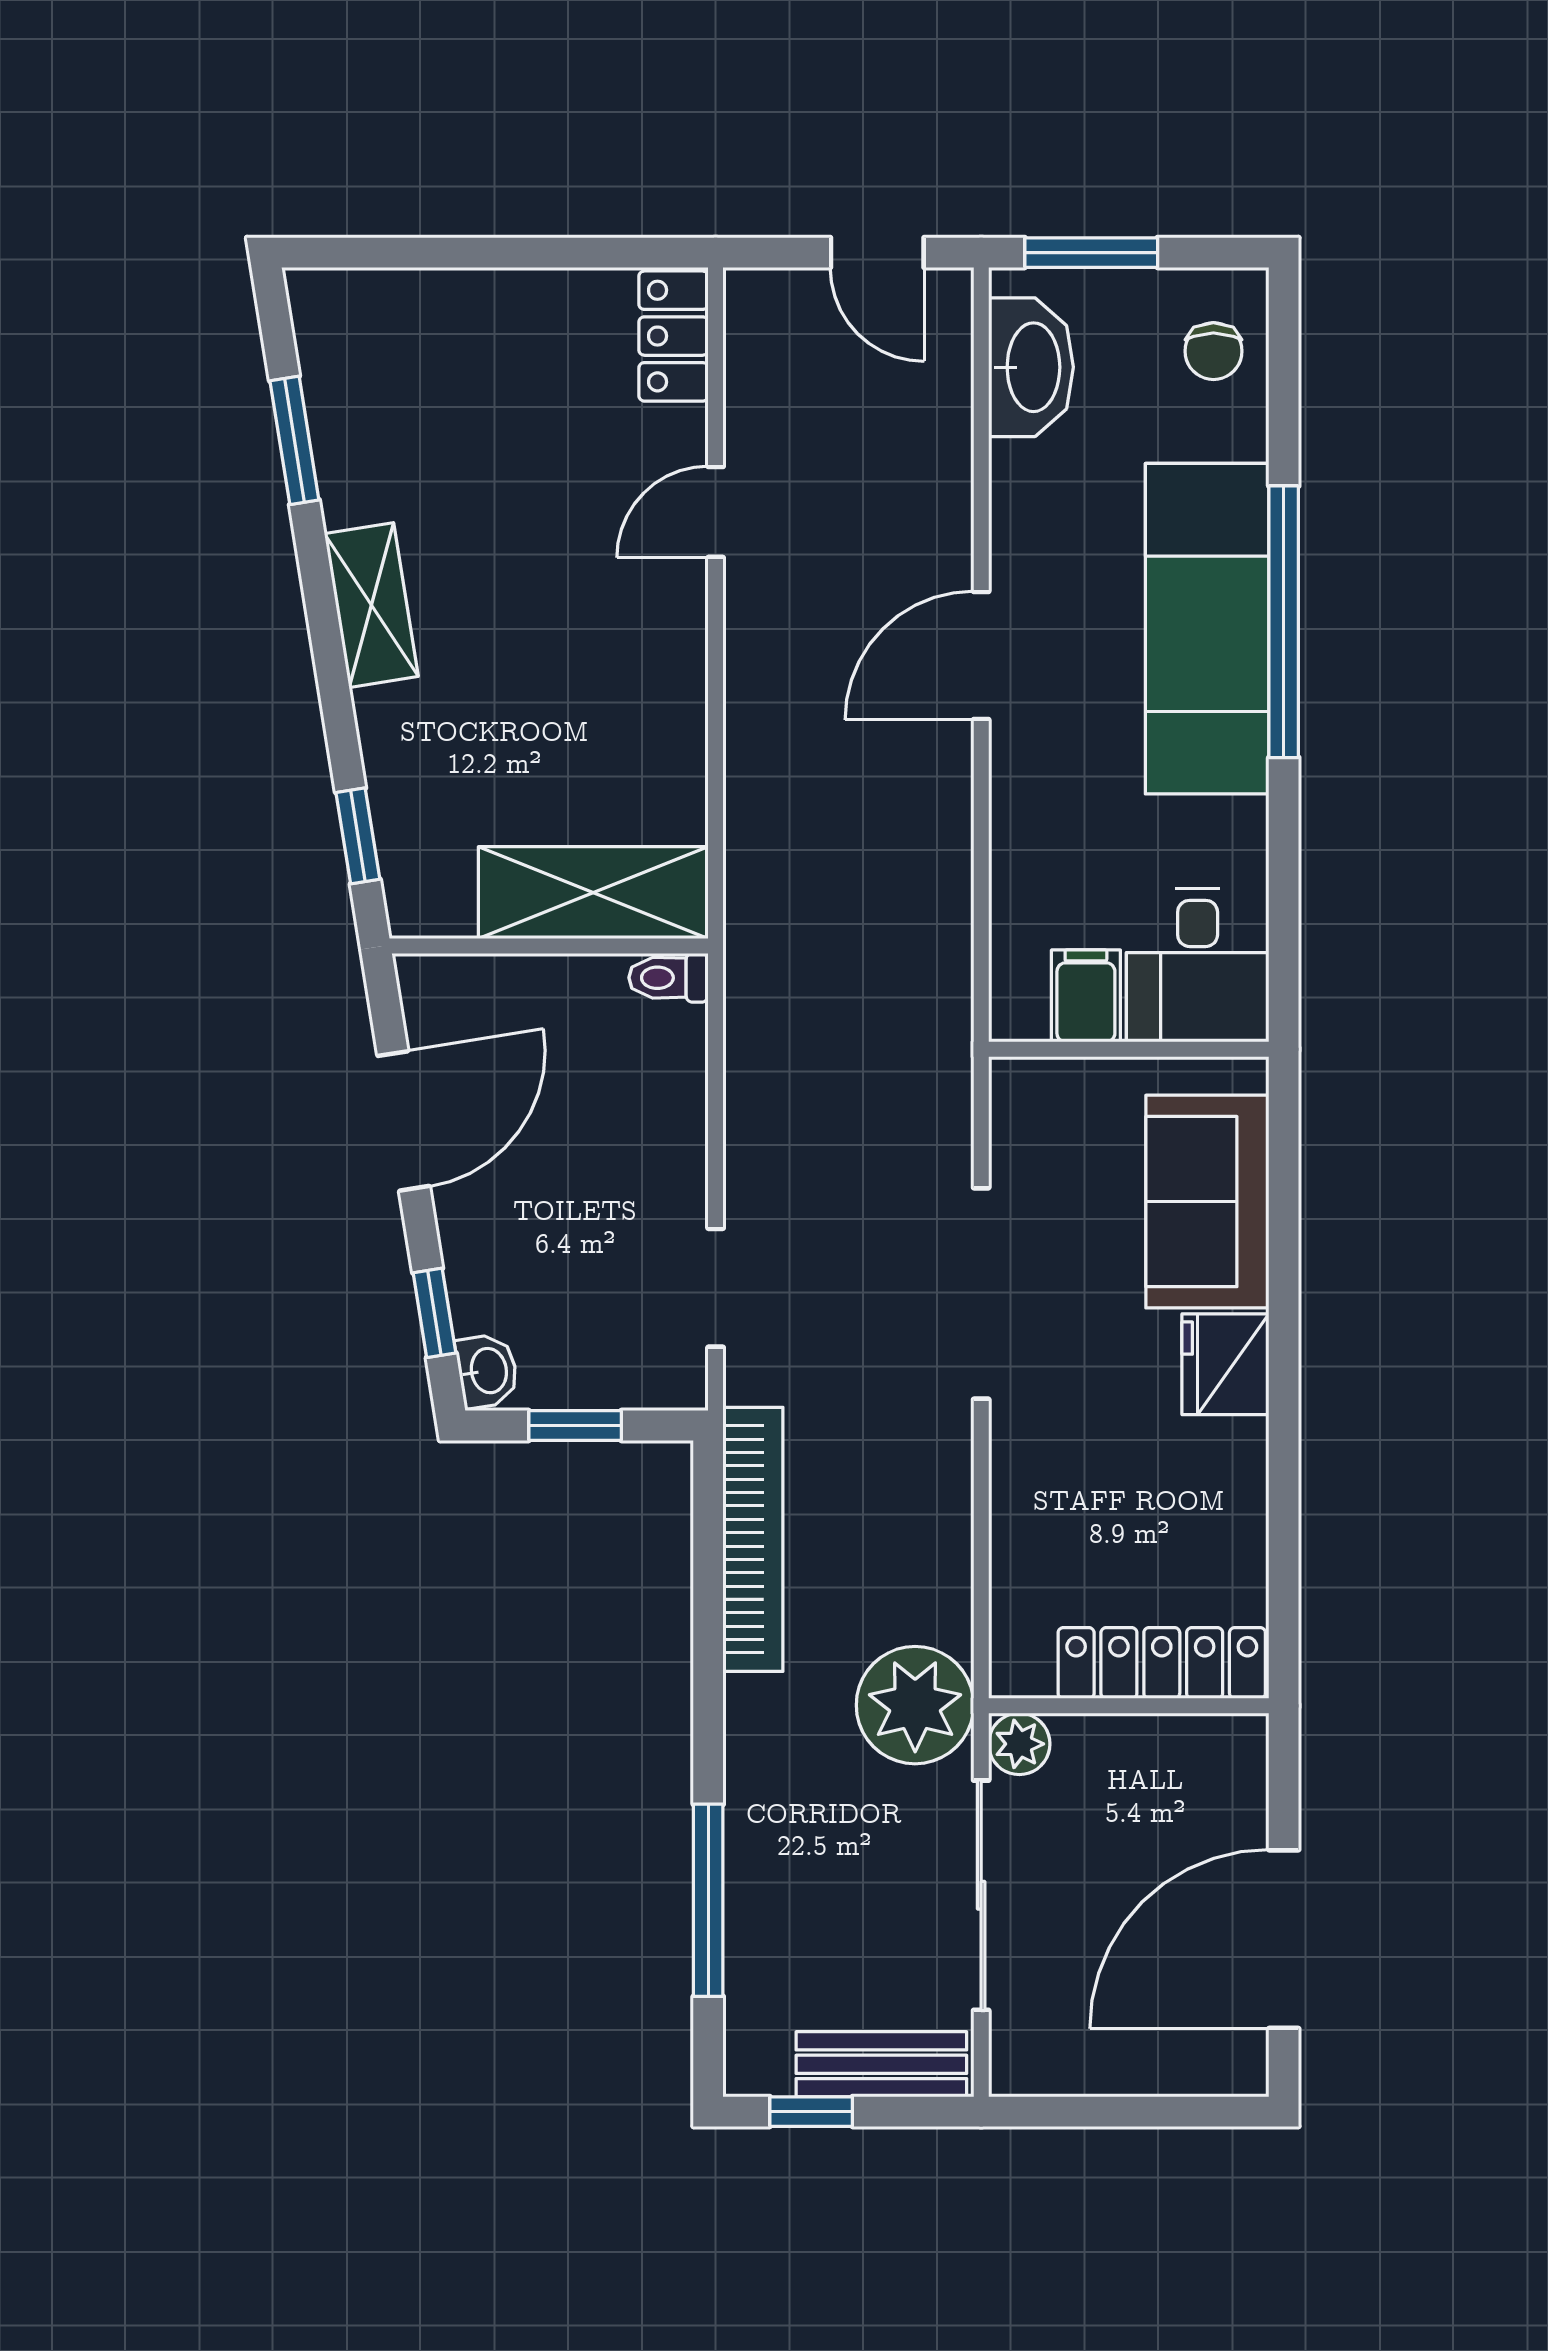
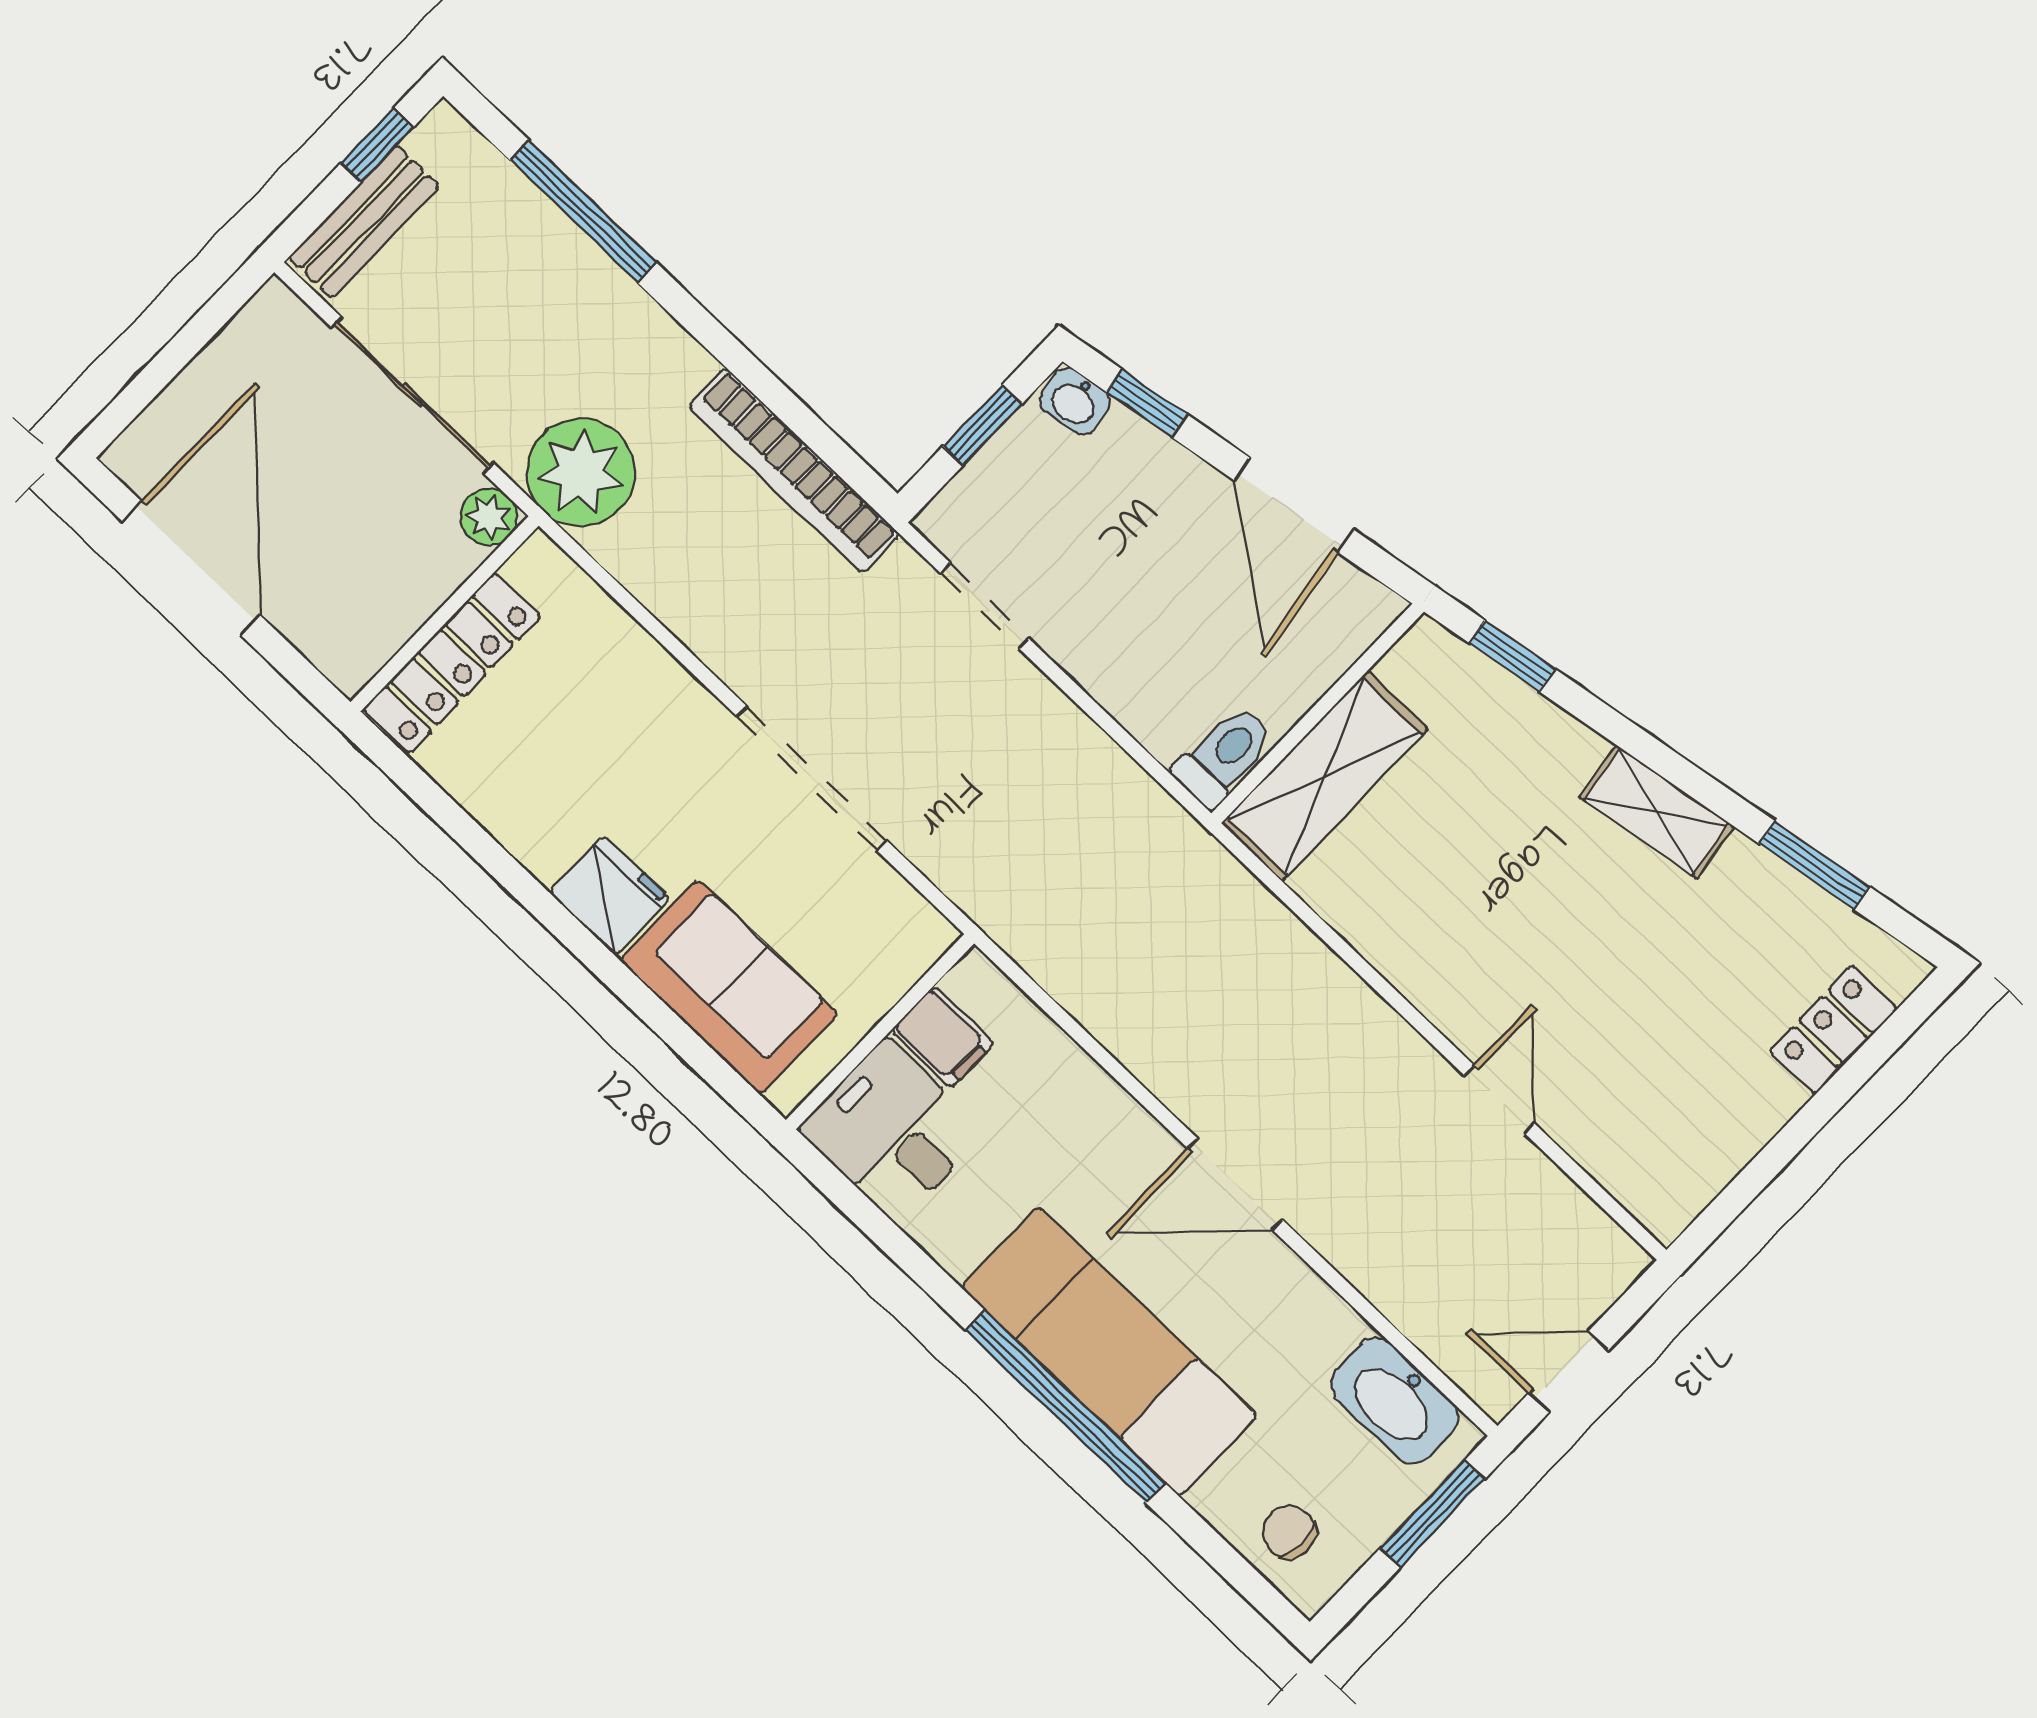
locker: (673, 336) -> (1833, 1030), moved, turned -90
door: (981, 655) -> (1235, 1184), swing flipped
toilet: (669, 978) -> (1224, 756), width x1.37, depth x1.39

